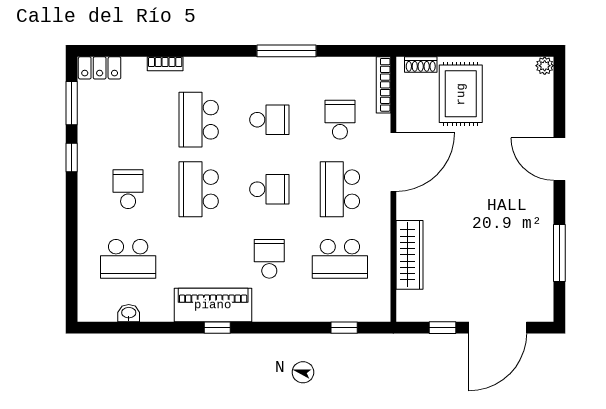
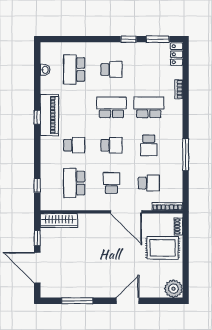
plant: (545, 66) -> (173, 289), width x1.88, depth x1.88
school desk: (269, 189) -> (111, 145), turned -90
school desk: (340, 189) -> (111, 183), width x0.54
wardrobe: (410, 255) -> (59, 220), moved

